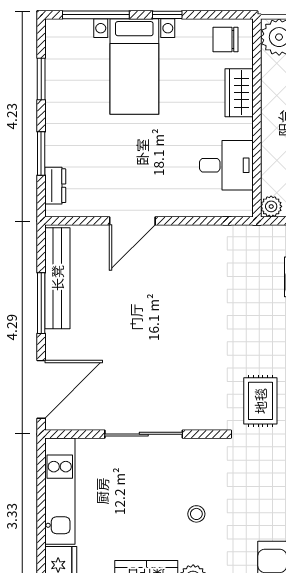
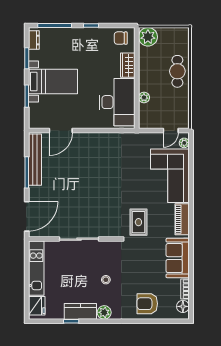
bed with nightstands: (134, 66) -> (53, 81), moved, turned -90
desk: (226, 165) -> (117, 102), width x1.87, depth x1.30
dresser: (55, 186) -> (34, 40), moved
plant: (271, 206) -> (144, 98), moved
door: (132, 221) -> (61, 130), moved

